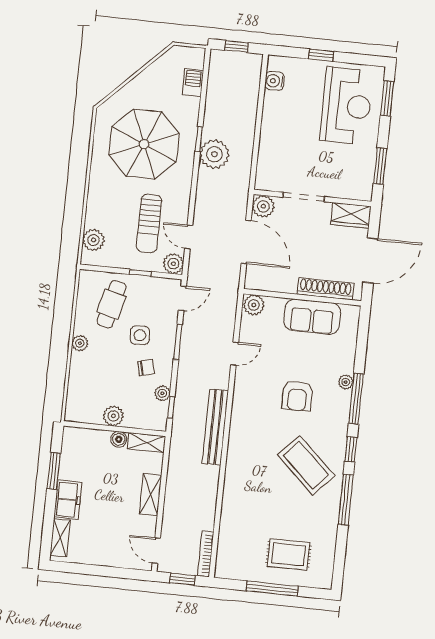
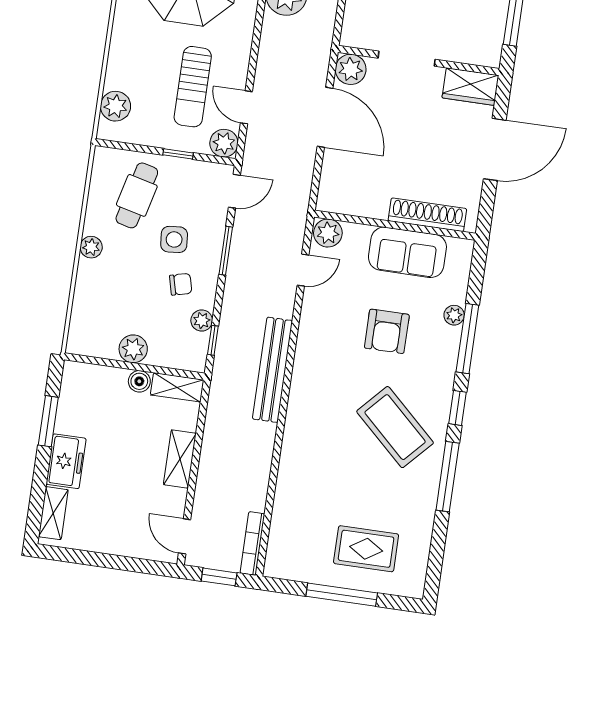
shoe rack: (326, 289) -> (427, 215), moved
wall: (302, 297) -> (395, 225), moved
plant: (254, 305) -> (328, 233), moved
sofa: (312, 317) -> (407, 252), moved

